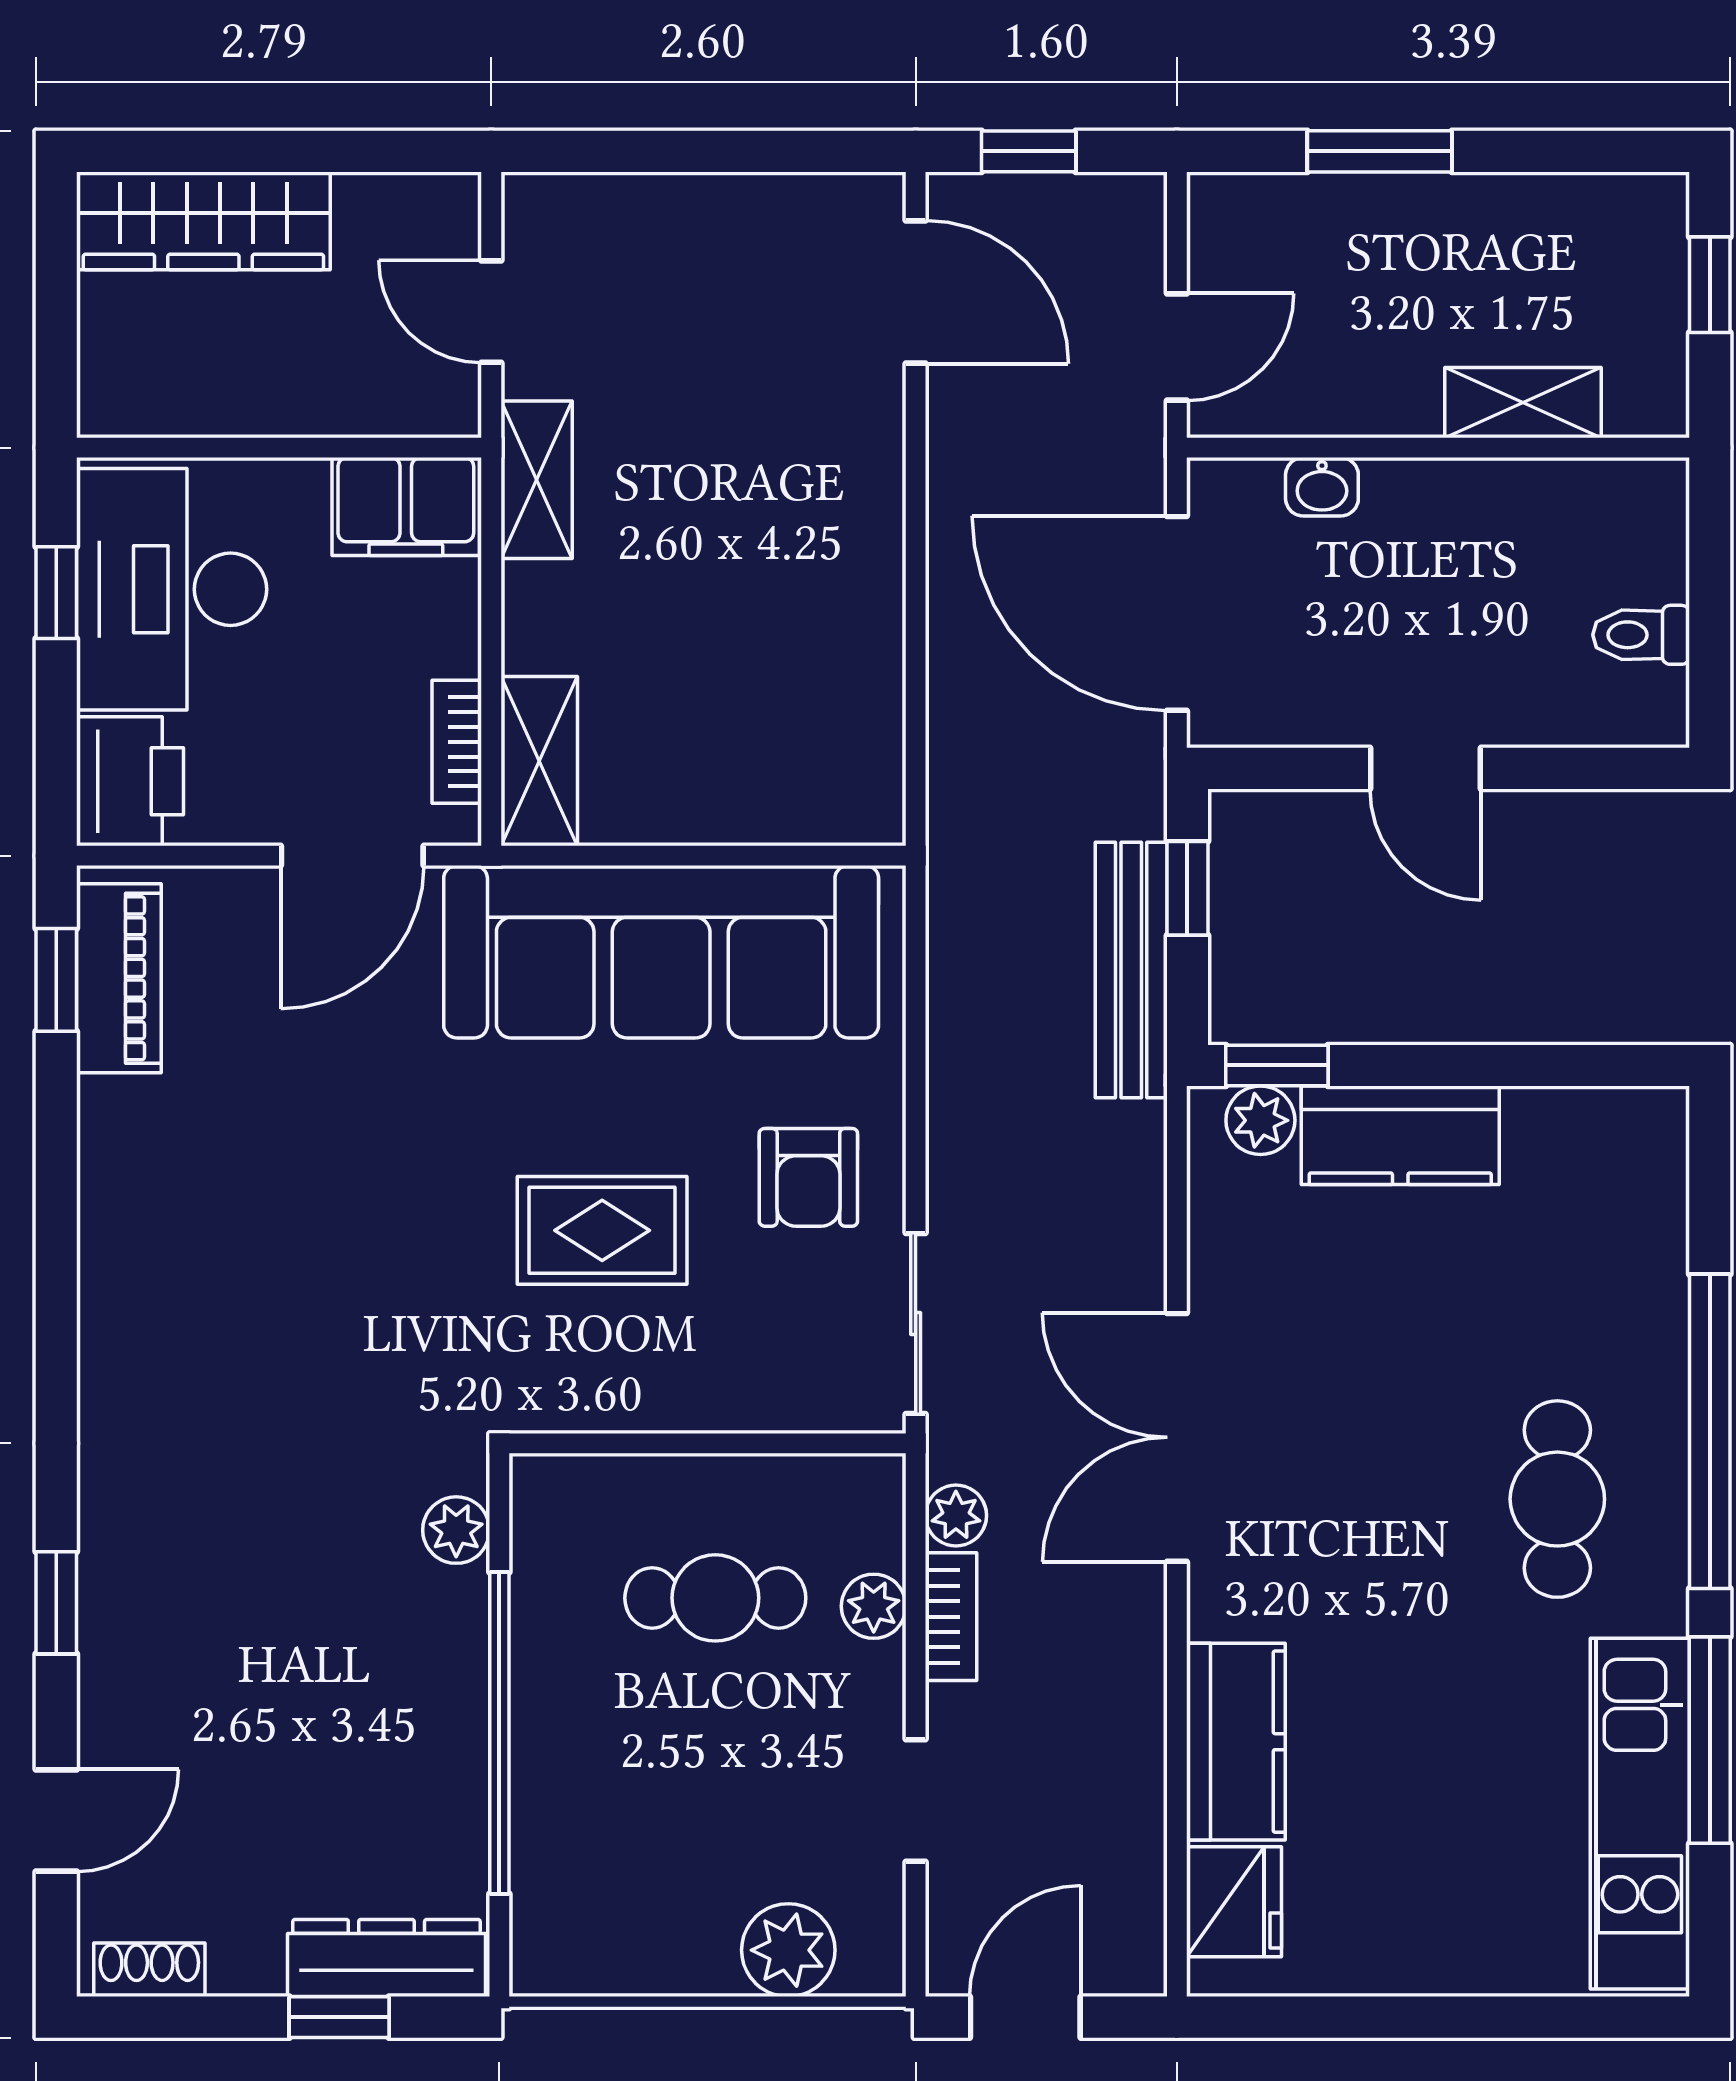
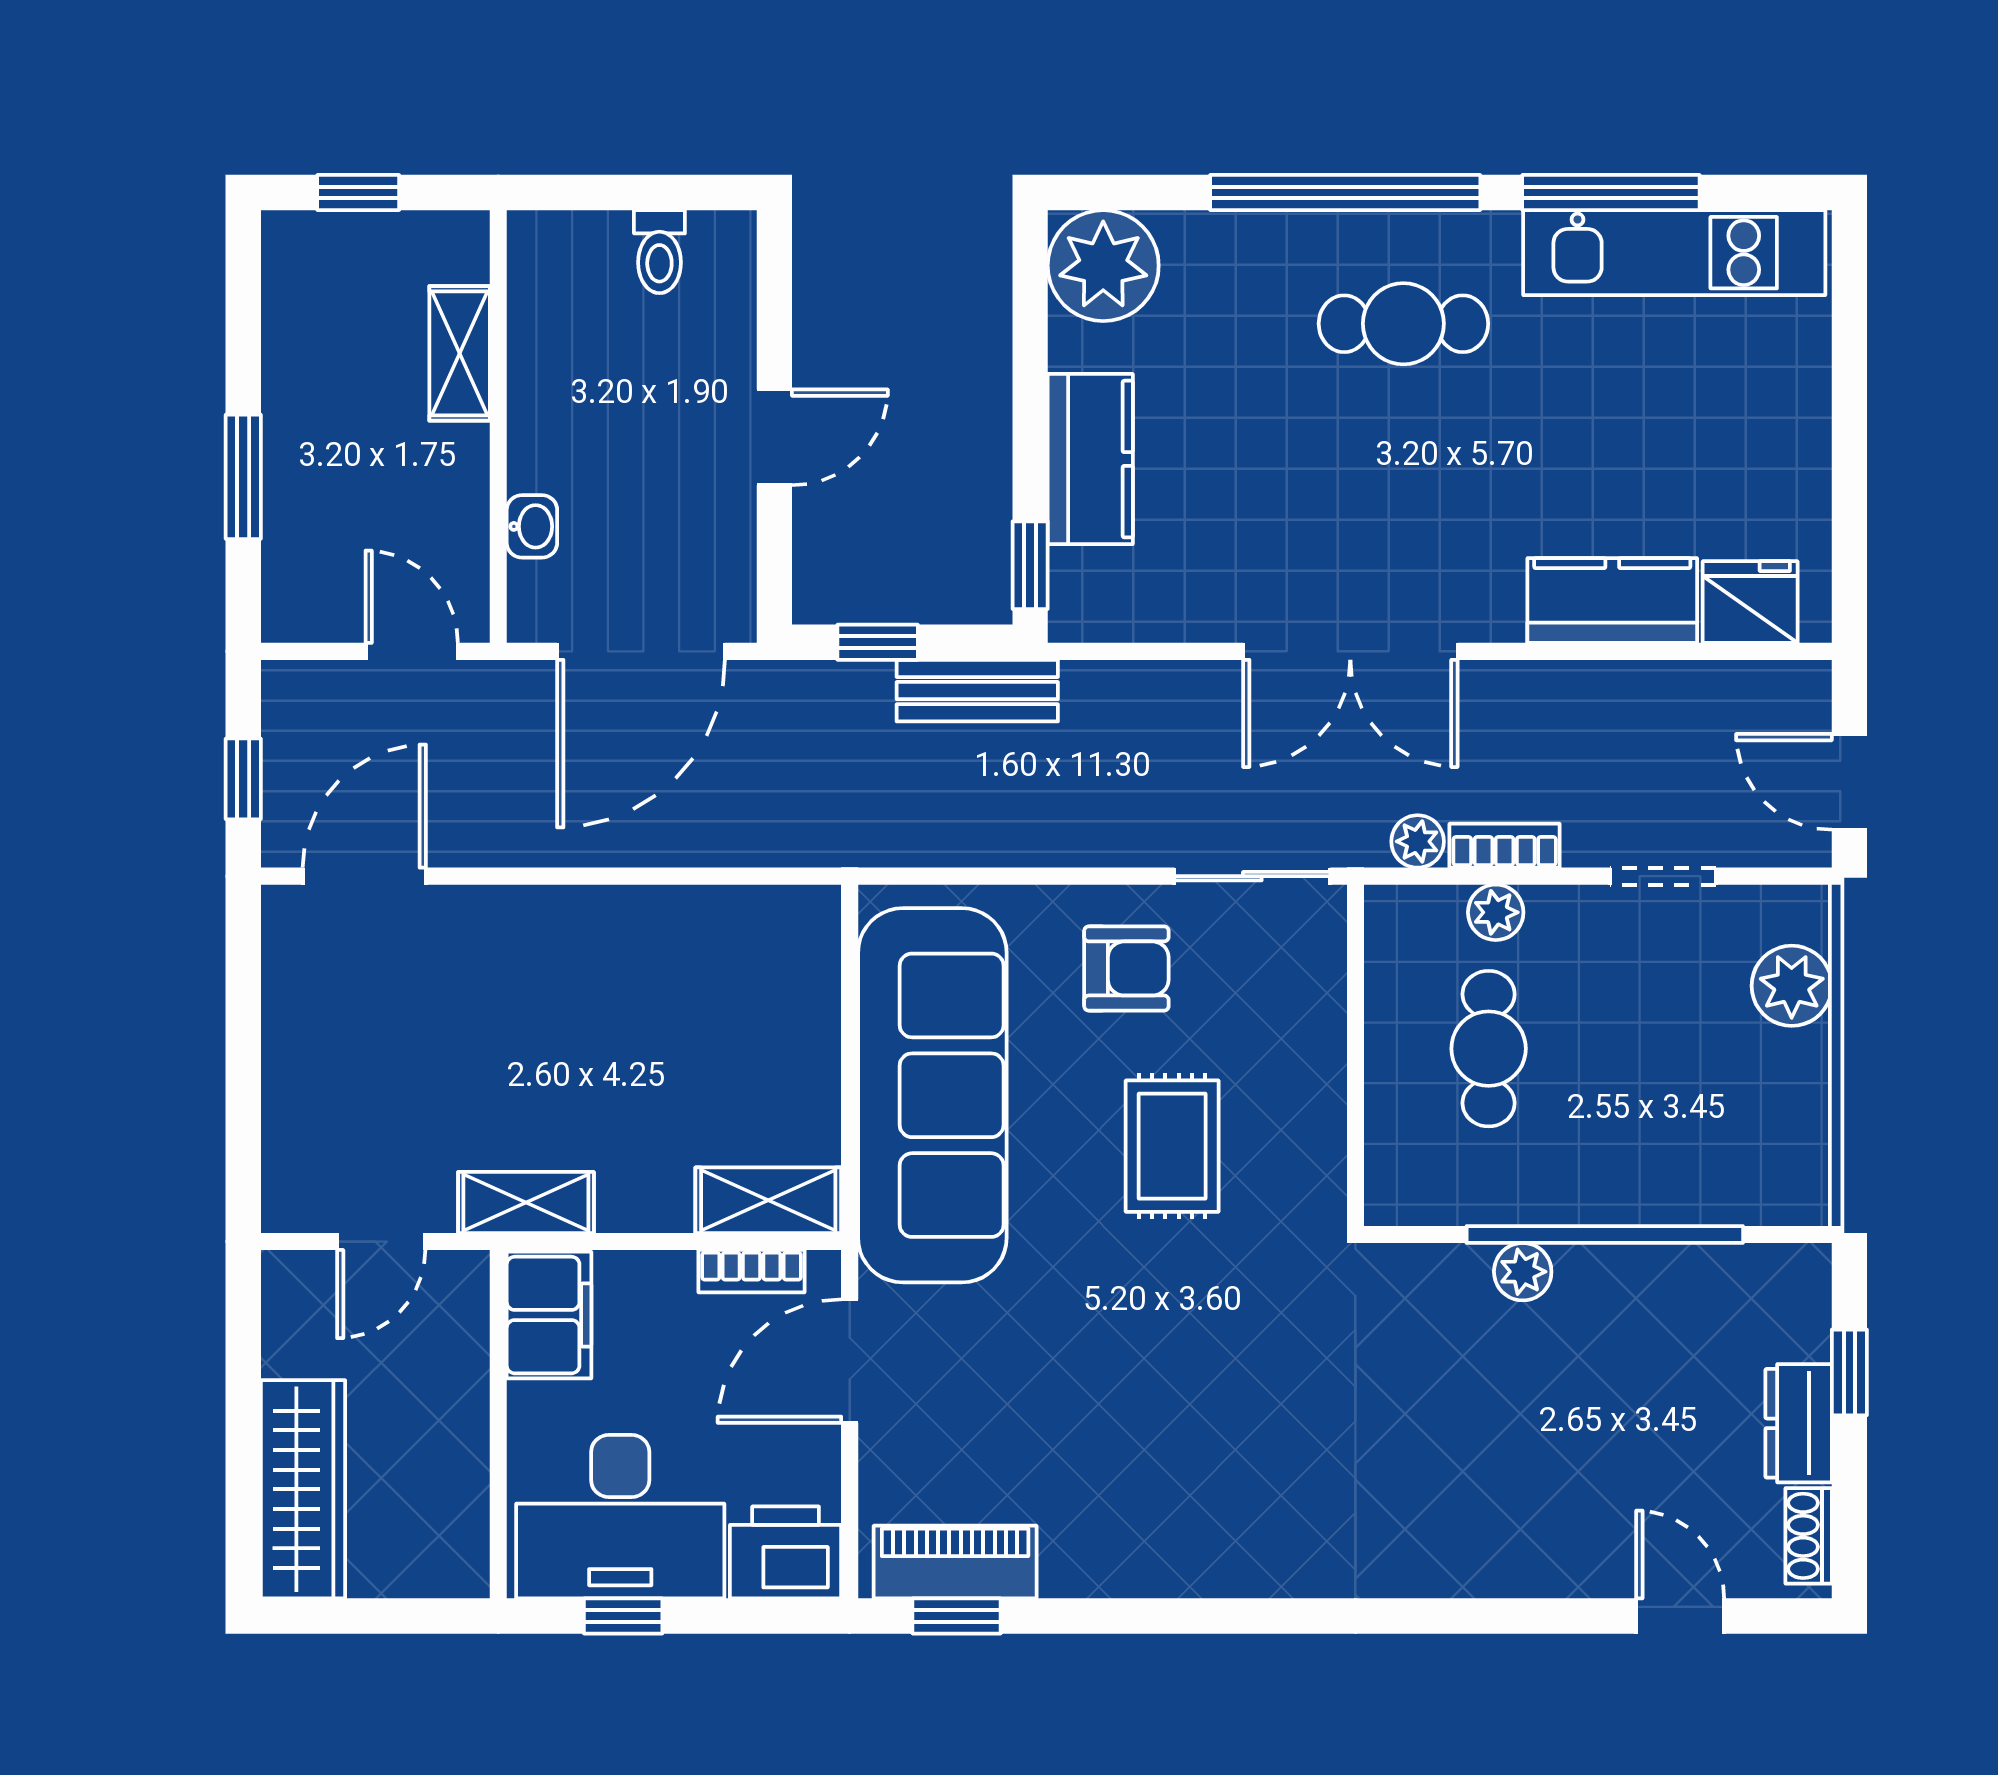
door: (352, 856) -> (850, 1361), swing flipped
bench: (1131, 970) -> (977, 691), width x0.73
plant: (1260, 1120) -> (1103, 266), moved, width x1.88, depth x1.88
plant: (456, 1530) -> (1523, 1272), moved
window: (56, 1603) -> (1493, 1616), removed
dresser: (386, 1958) -> (1799, 1423), moved, width x0.70

